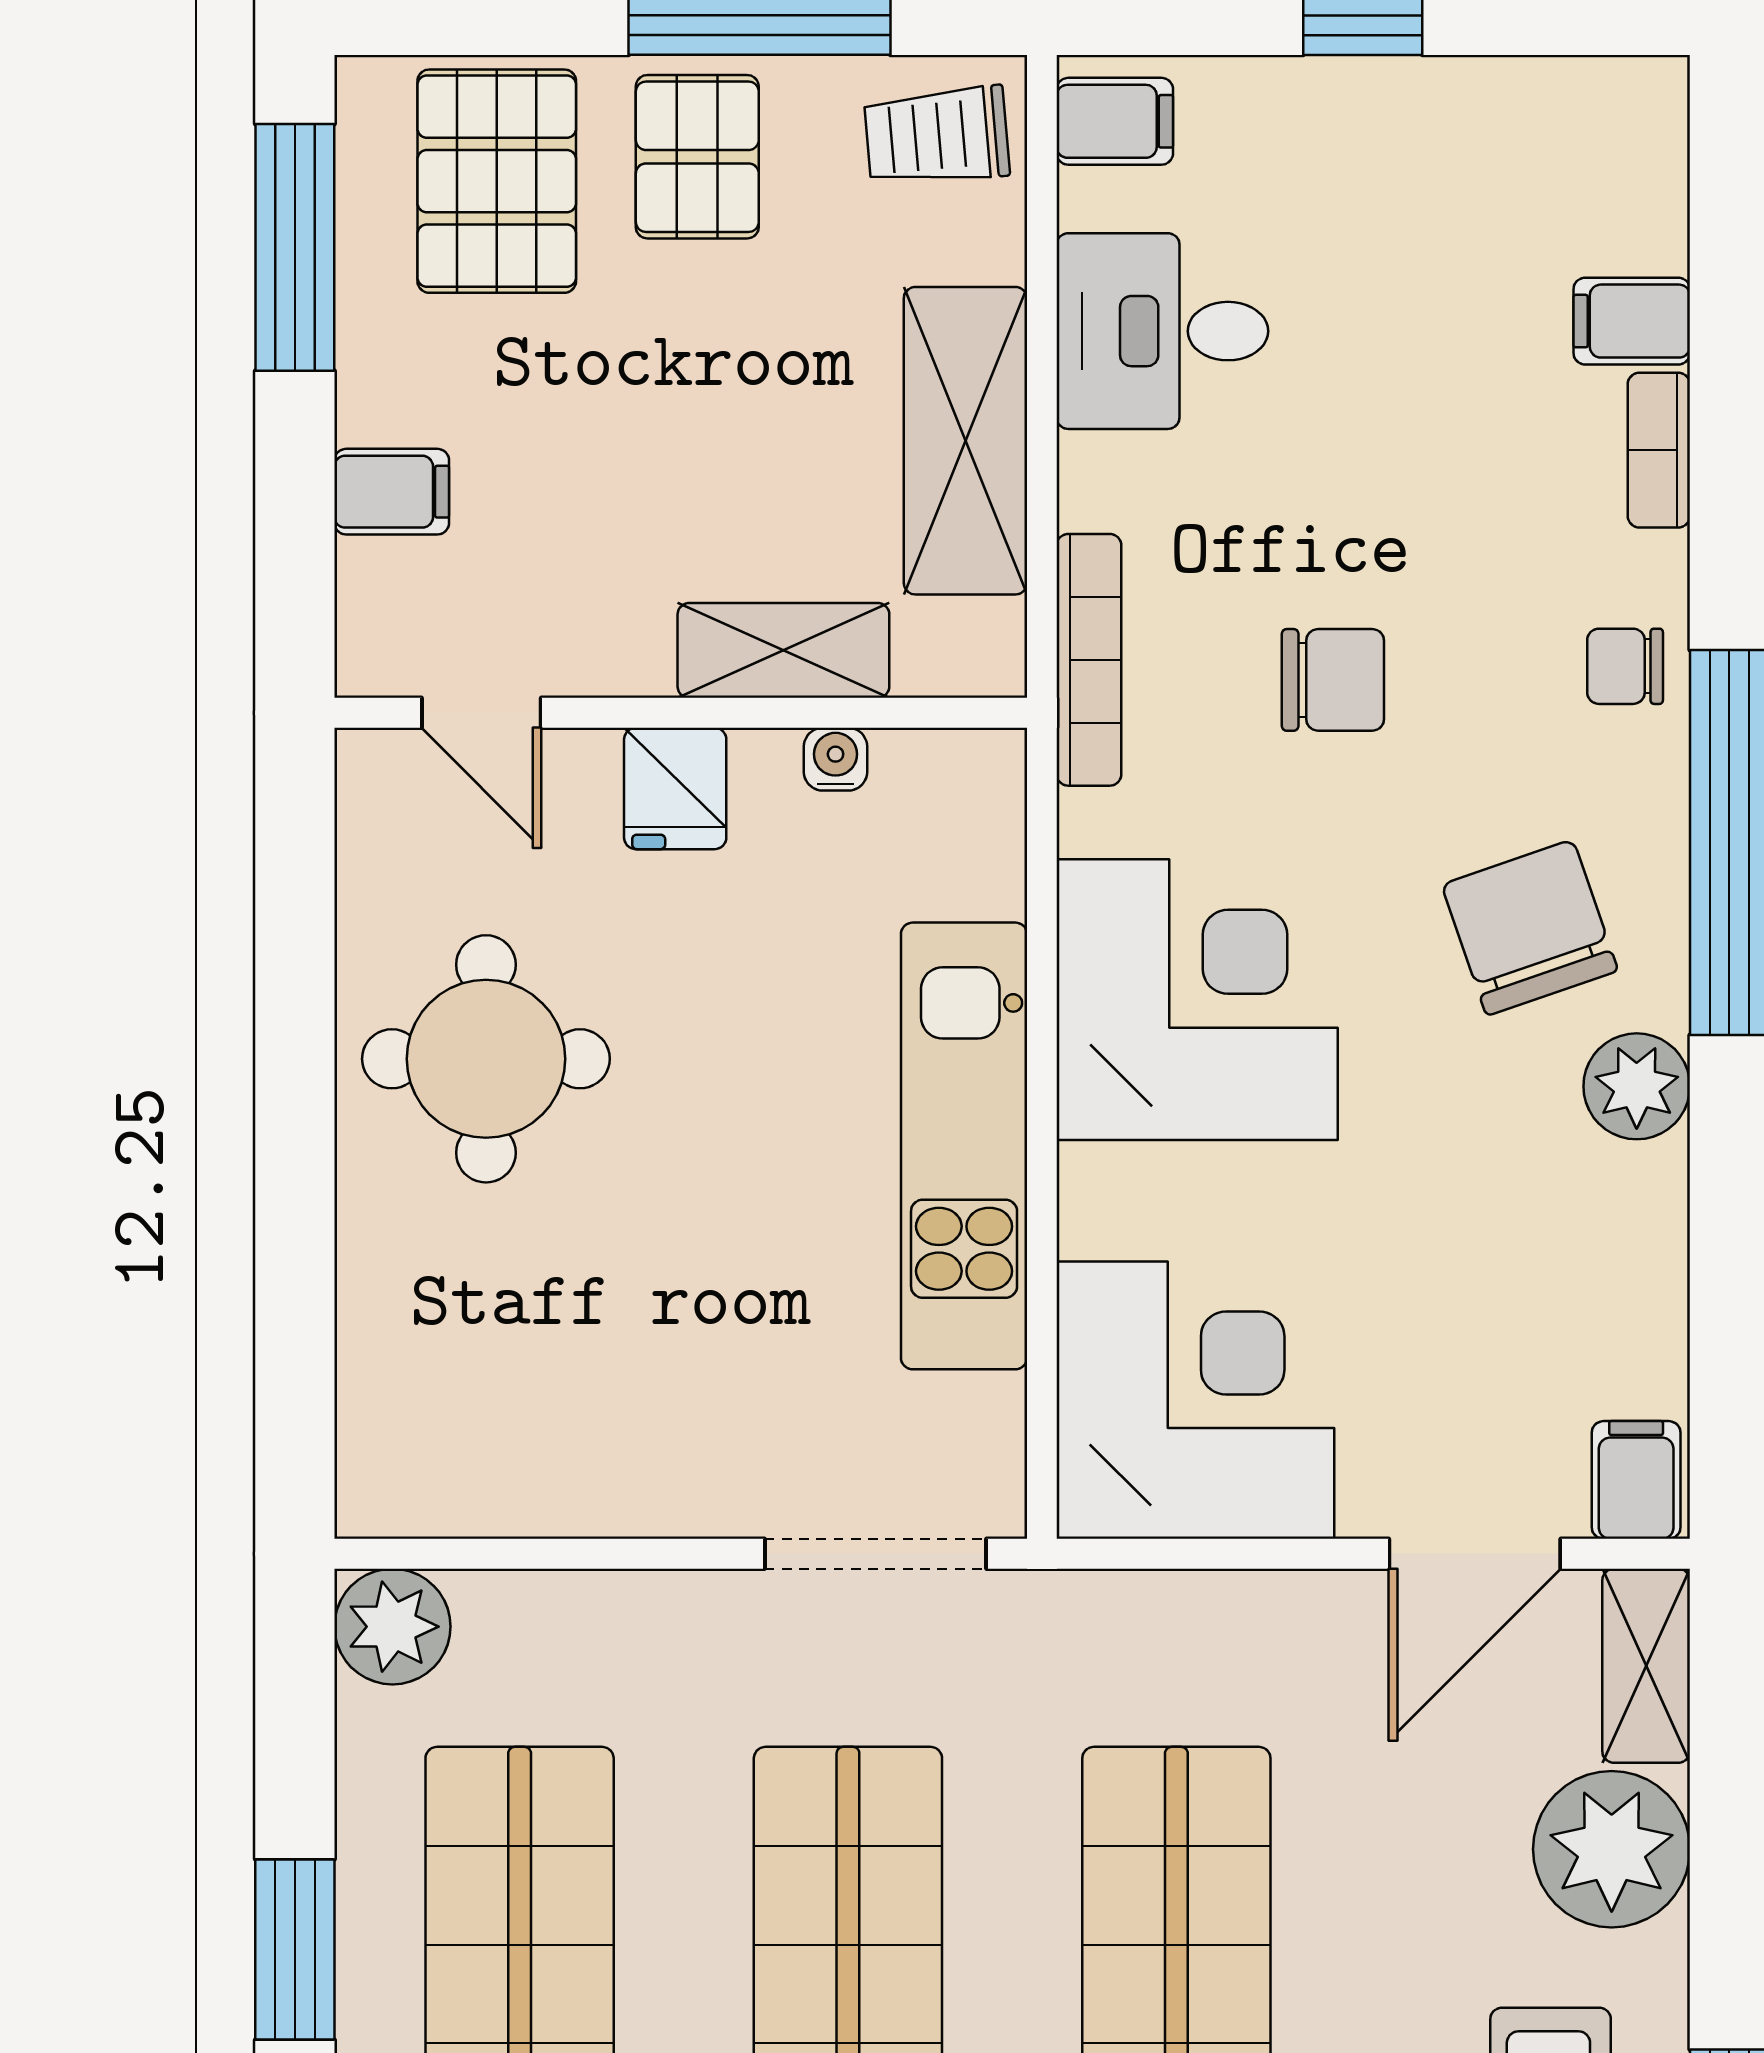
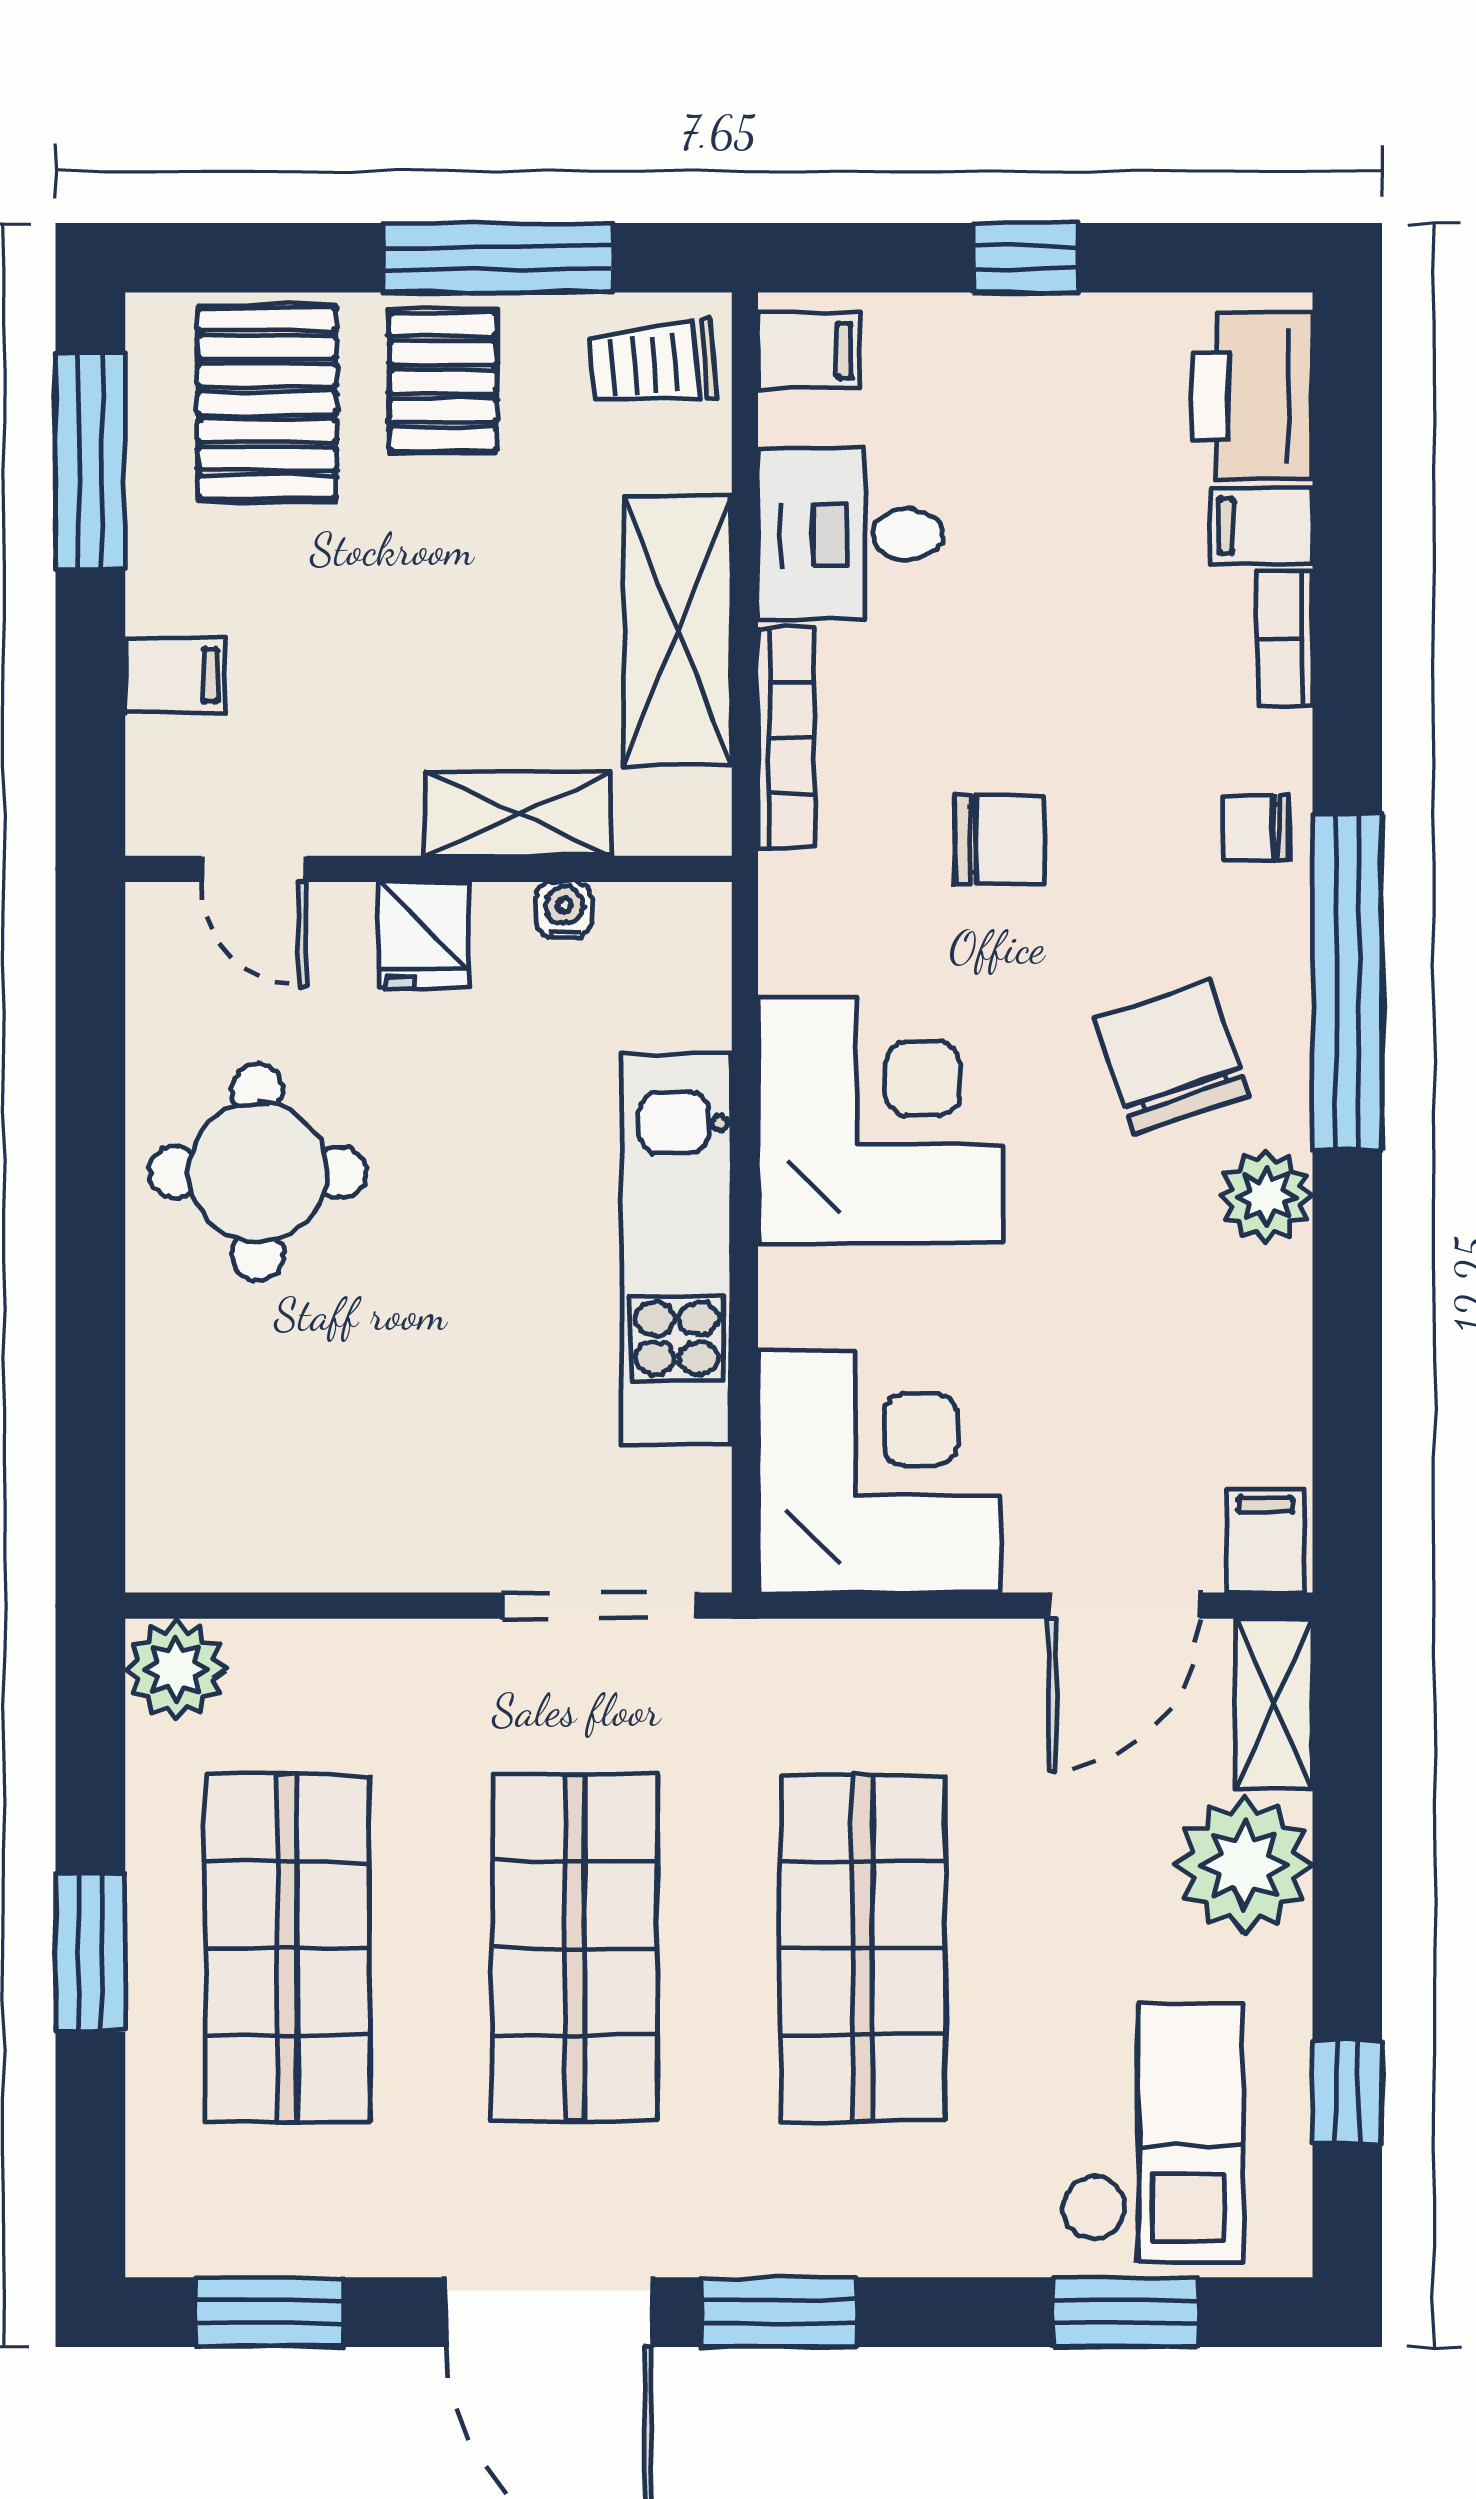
printer: (1621, 174) -> (1252, 396), added
bookcase: (1089, 660) -> (786, 738), moved

